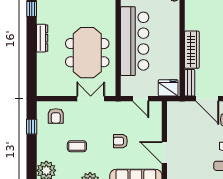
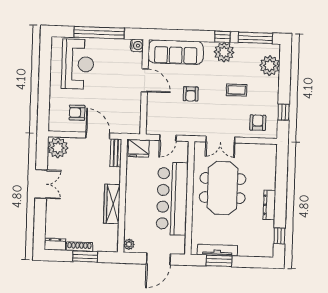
wardrobe: (192, 50) -> (112, 204), moved
door: (141, 99) -> (168, 138), swing flipped
armchair: (120, 141) -> (191, 94), turned 90

